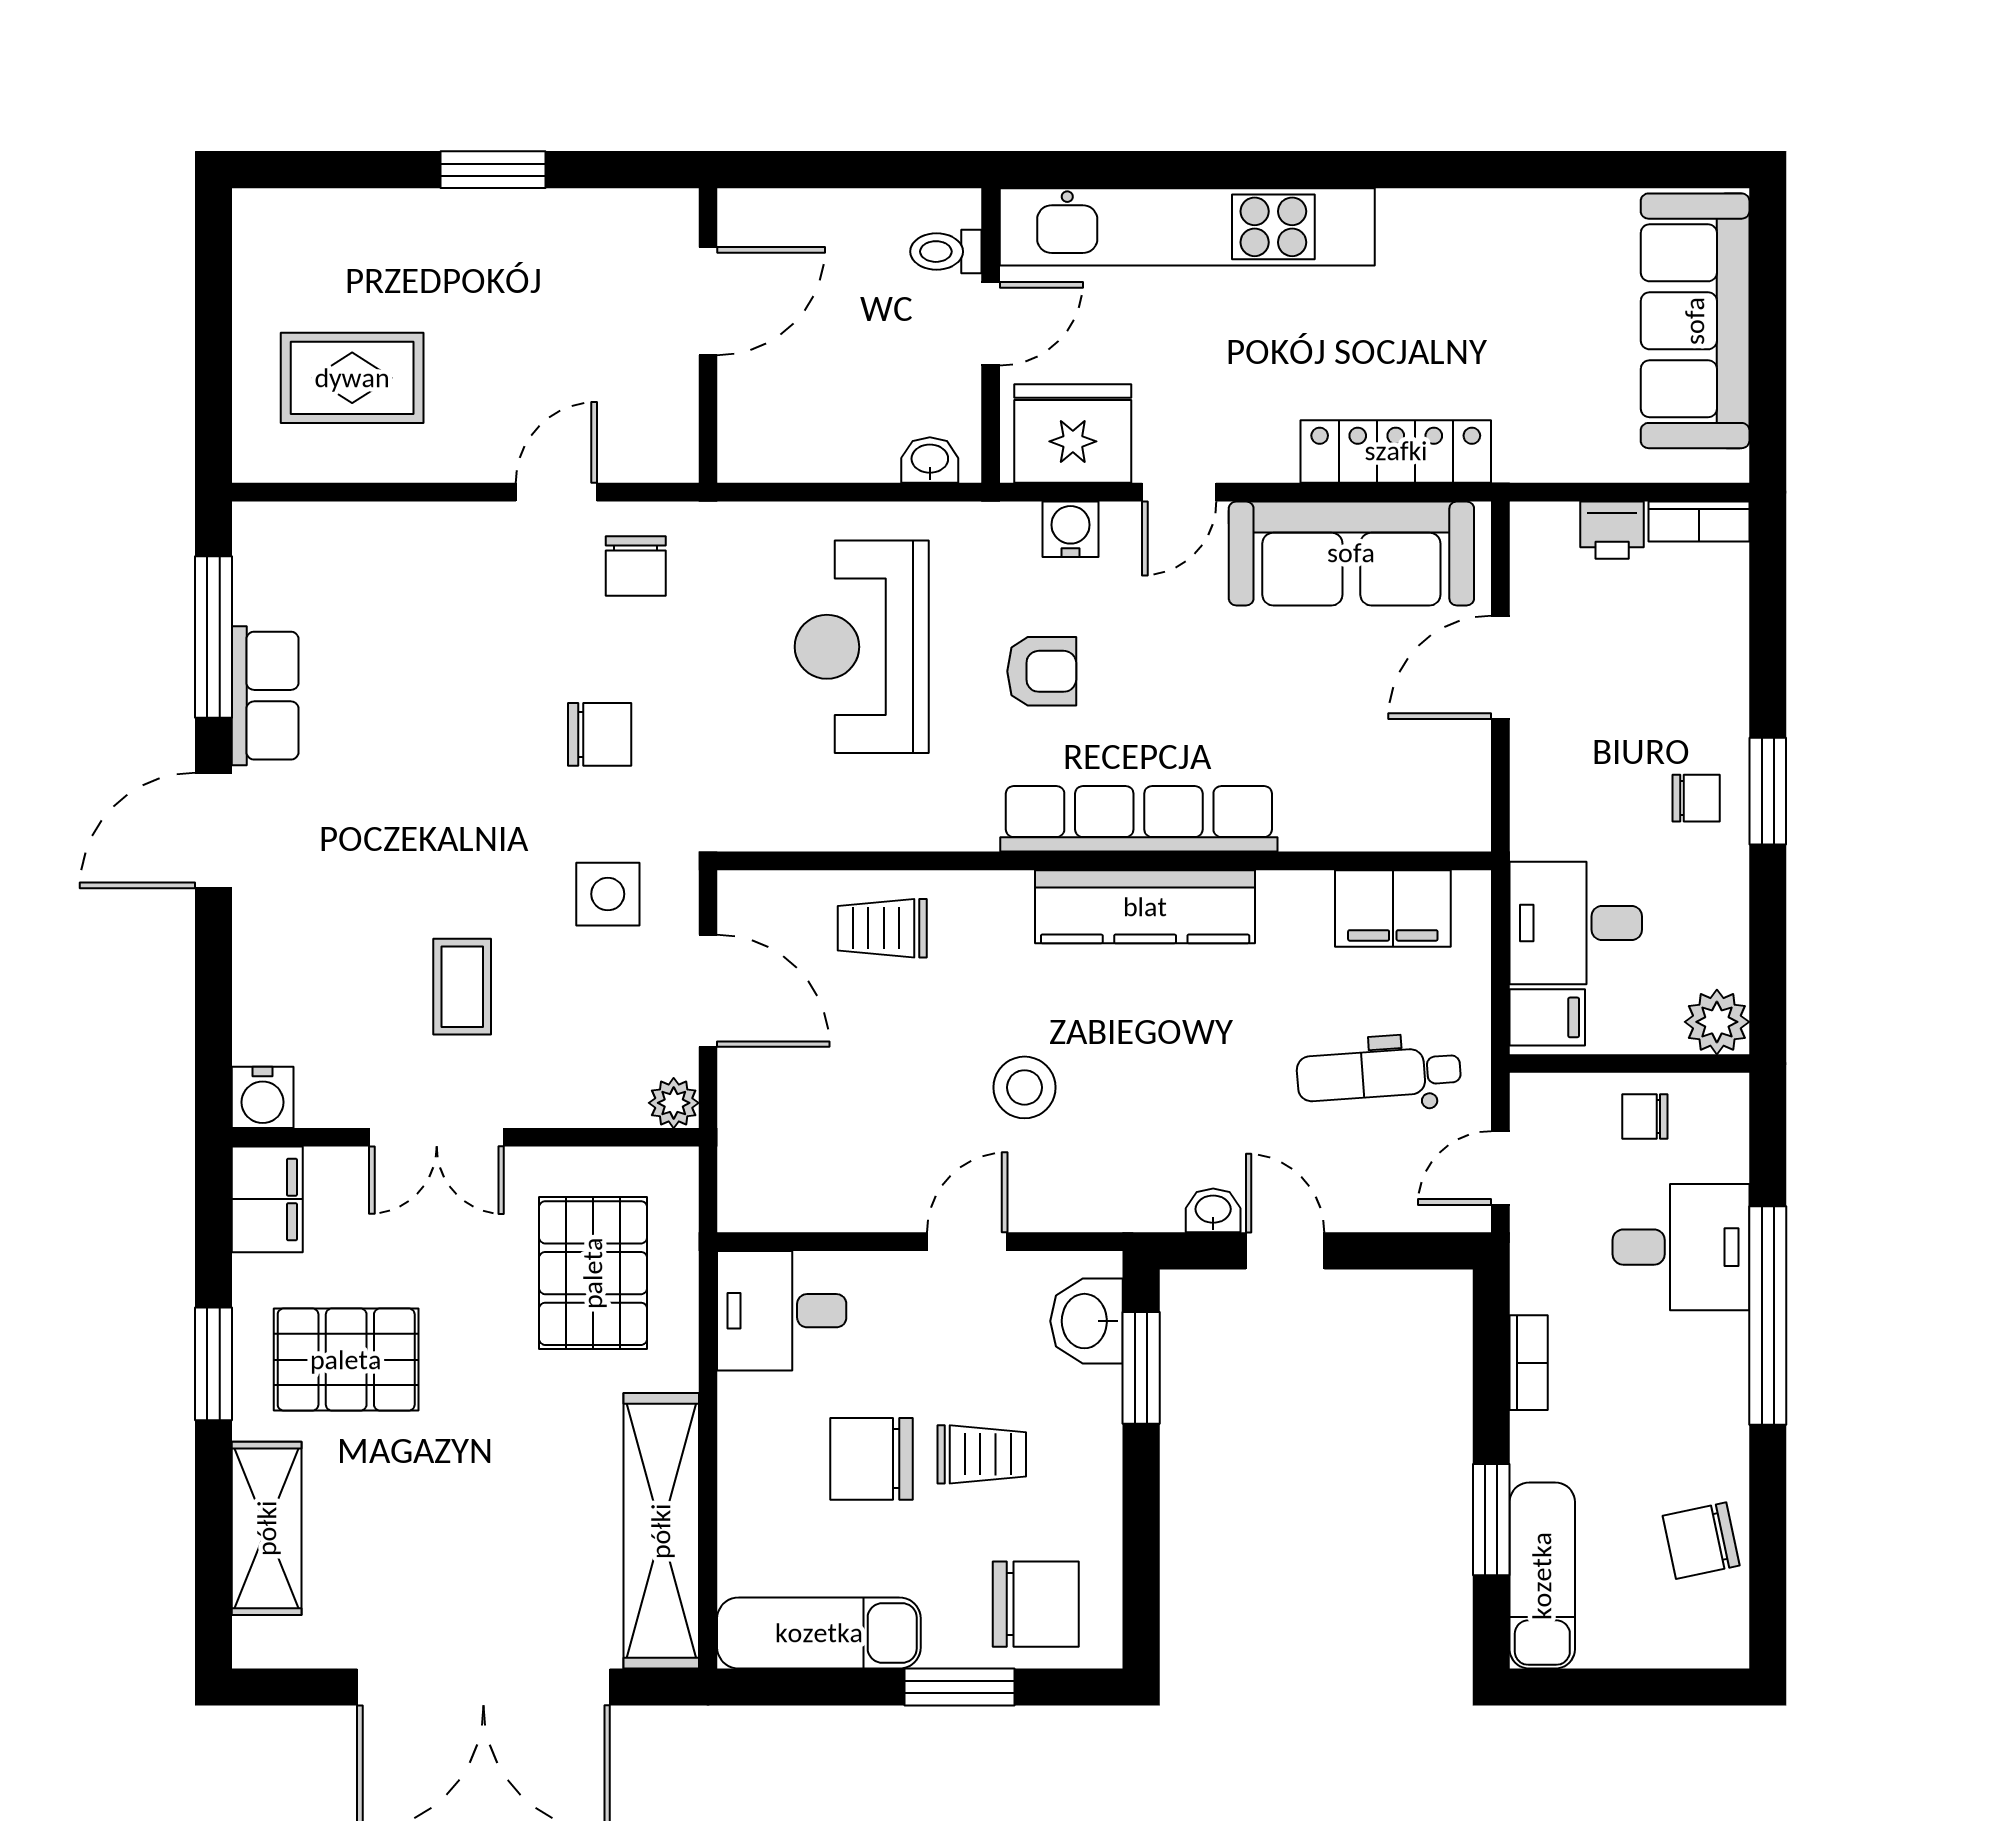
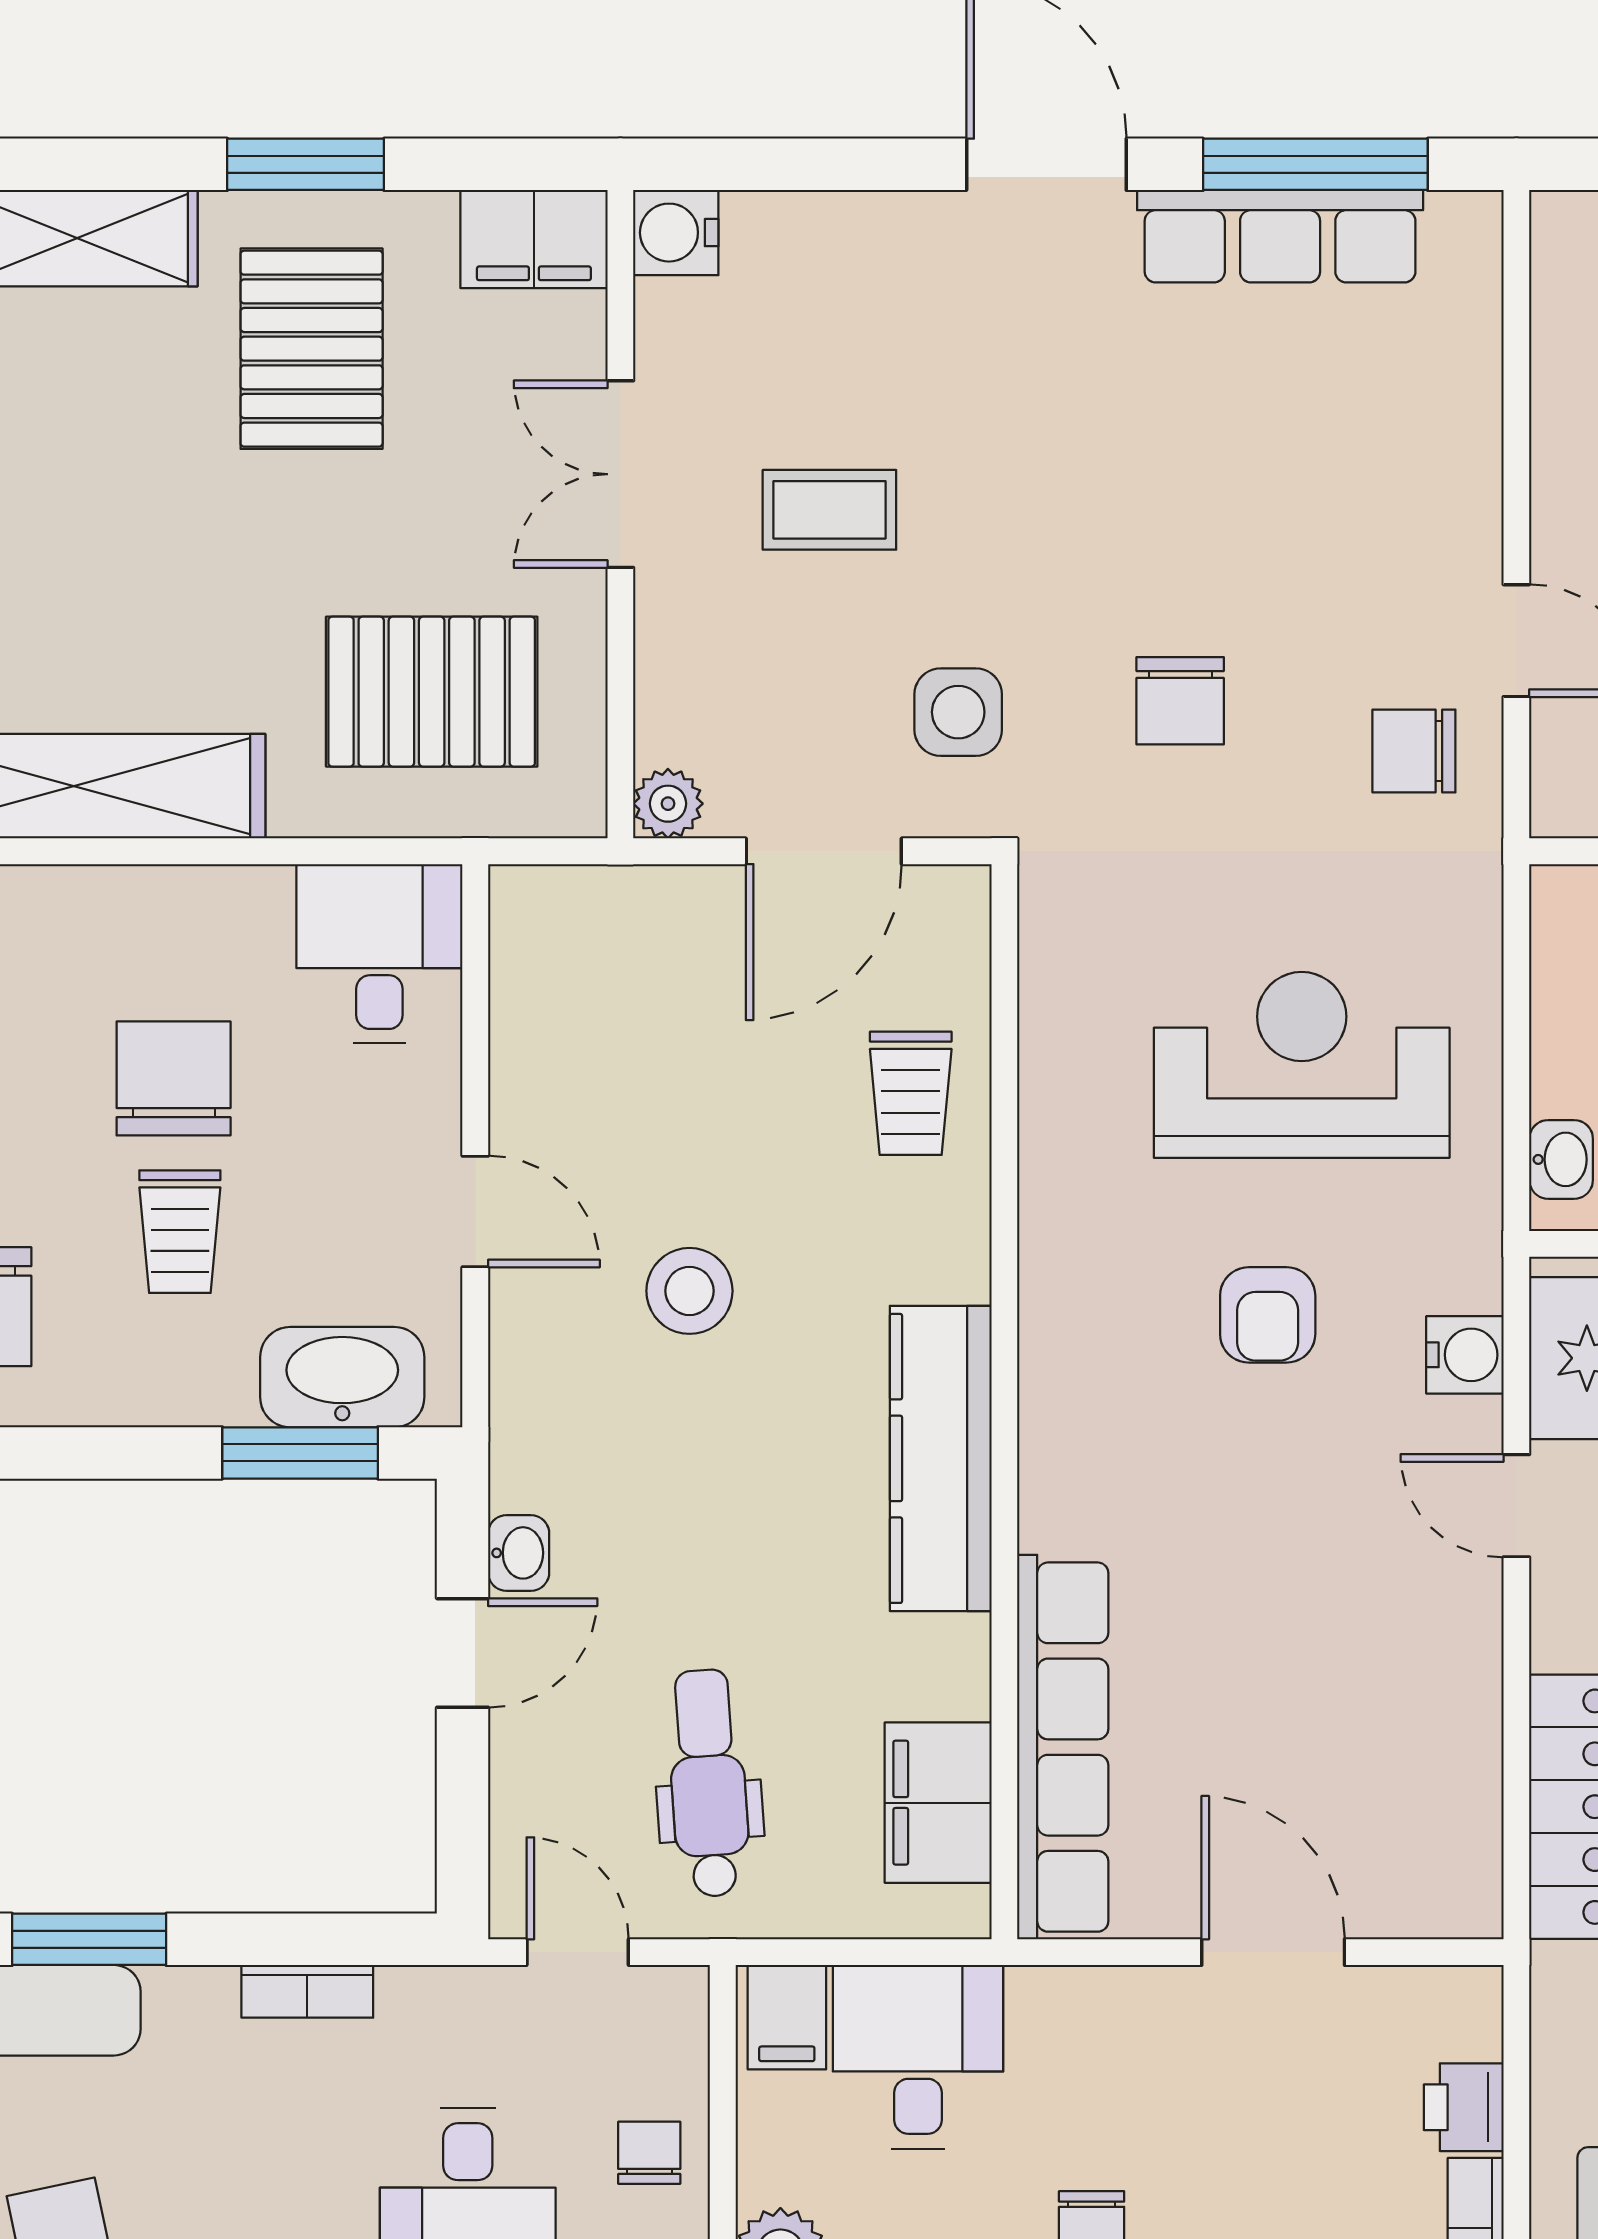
sofa: (1351, 553) -> (1431, 1745), removed
row of seats: (265, 696) -> (1280, 236), width x1.48
row of seats: (1139, 819) -> (1063, 1747), moved
trolley: (882, 928) -> (911, 1093), turned 180
washbasin: (1087, 1321) -> (342, 1377), width x1.38

